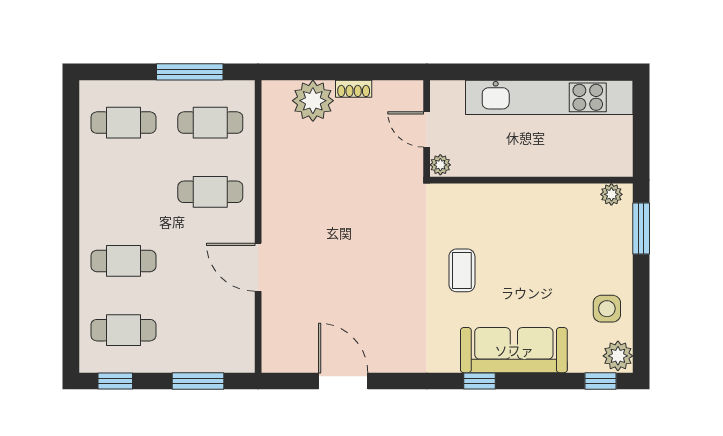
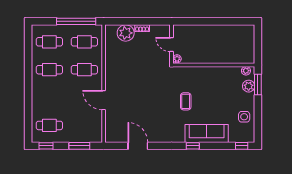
window: (190, 72) -> (76, 21), width x1.46
kitchen unit: (549, 97) -> (221, 32), removed
cafe table: (123, 261) -> (49, 70), moved
plant: (618, 356) -> (249, 86), moved

